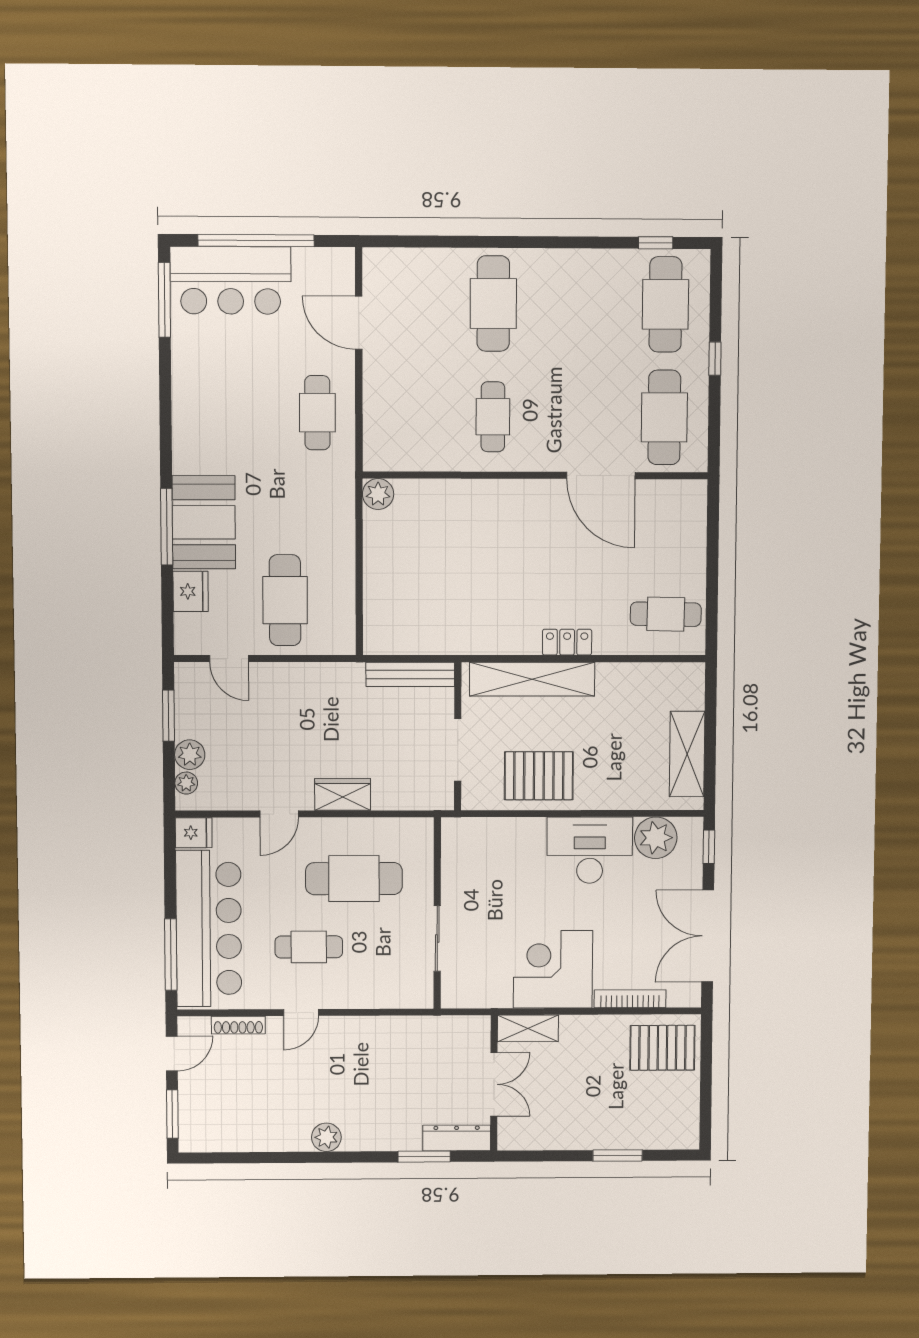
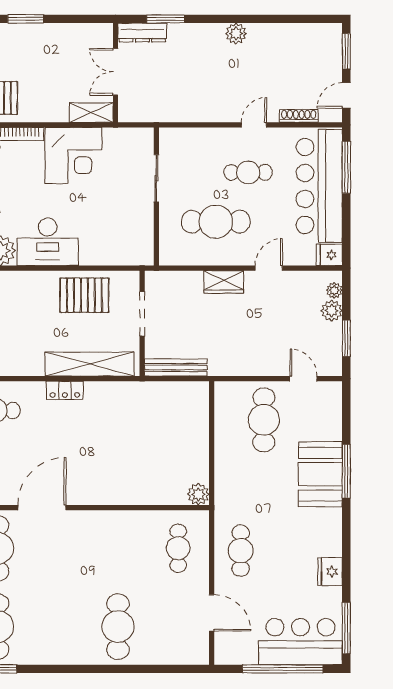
cafe table: (493, 417) -> (178, 548), moved
door: (601, 476) -> (42, 508), hinge flipped
fridge: (191, 591) -> (330, 572), moved

